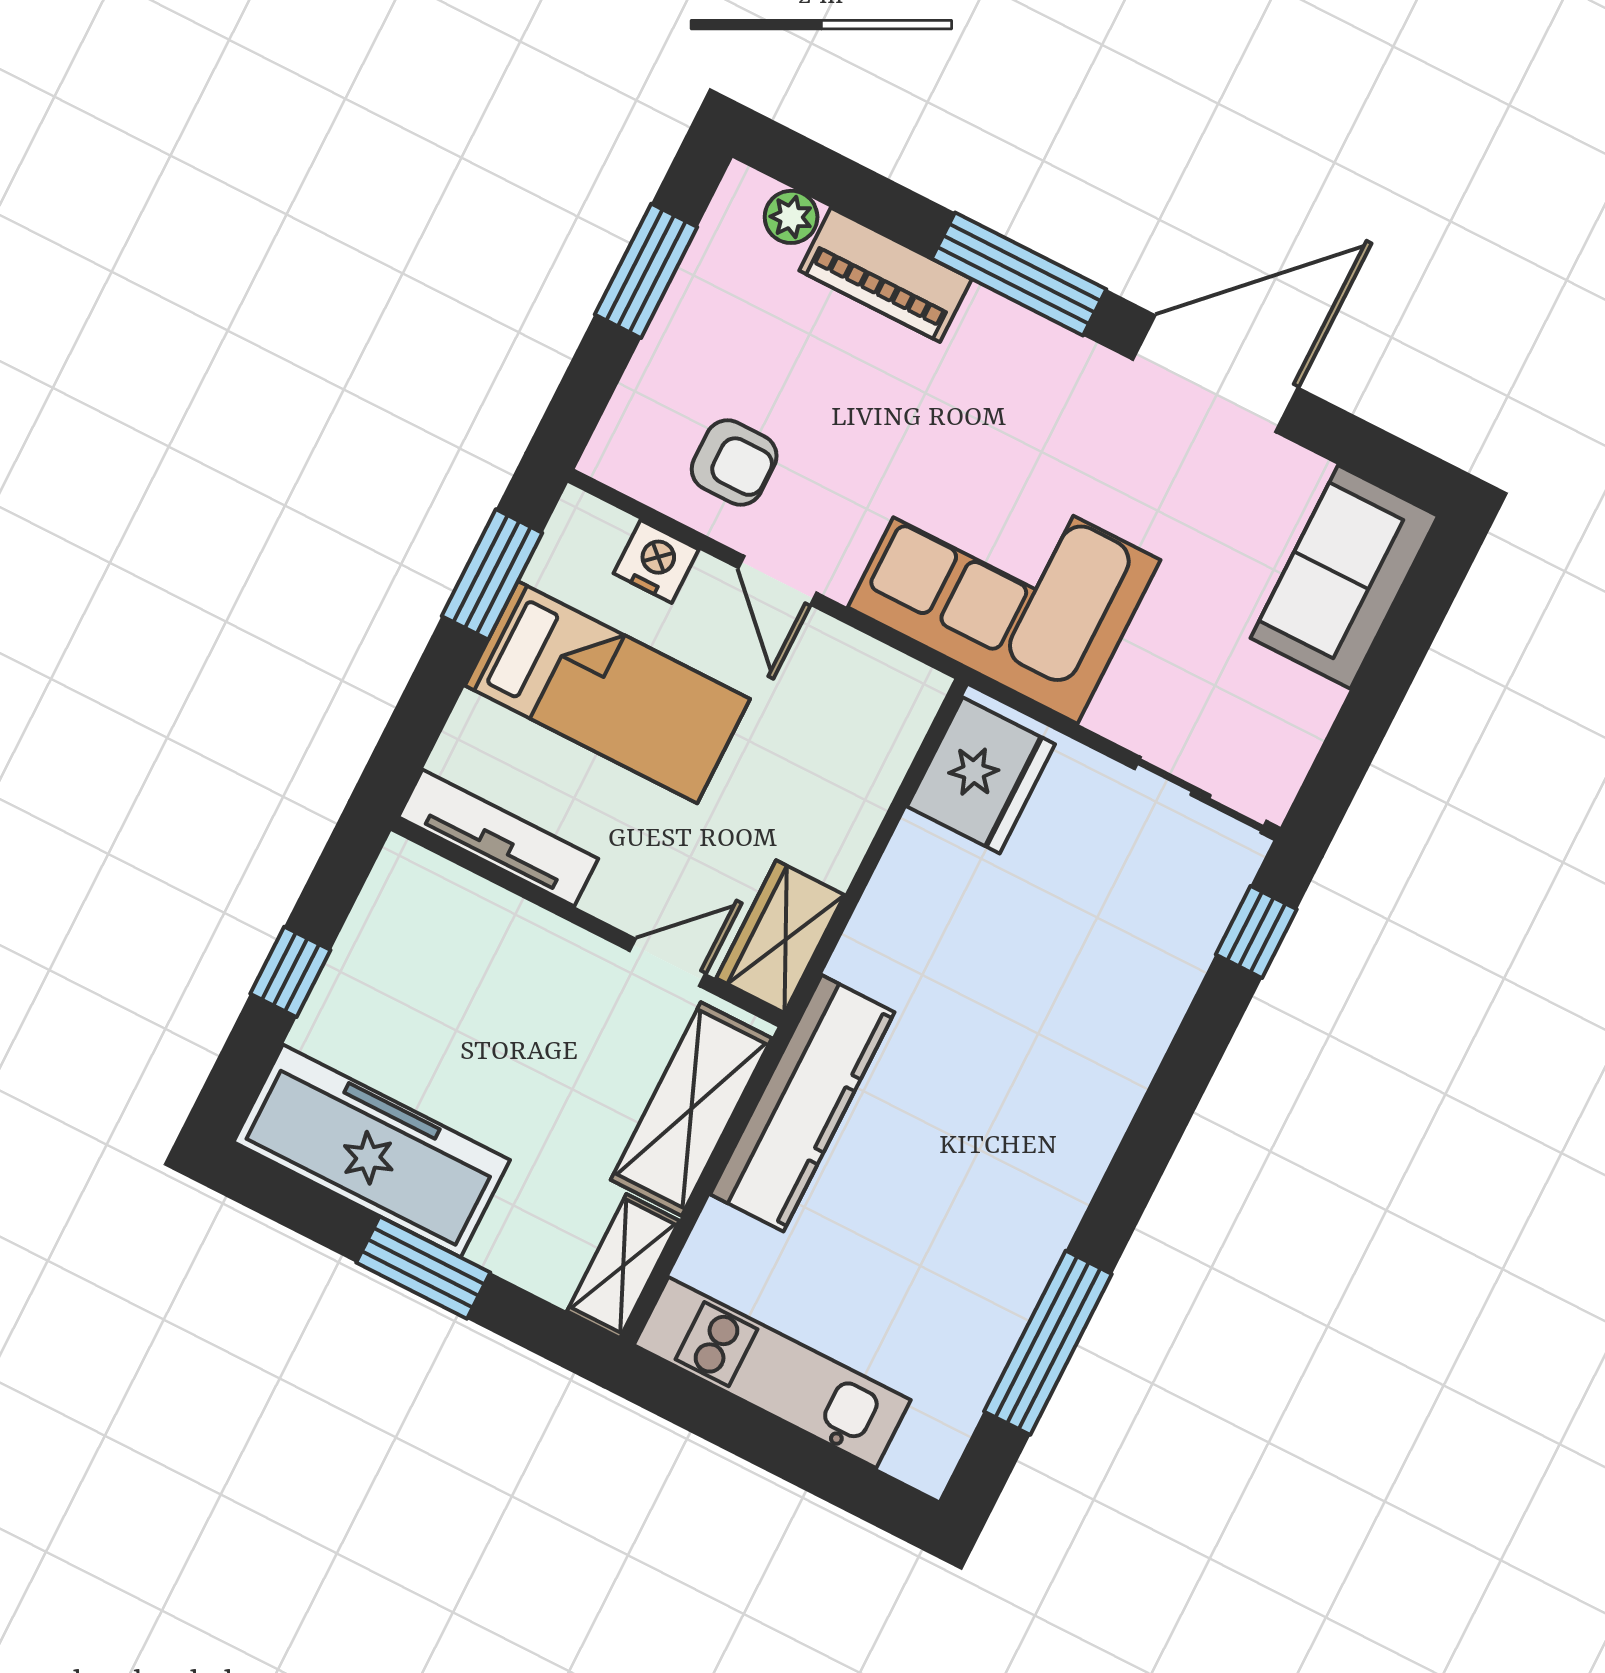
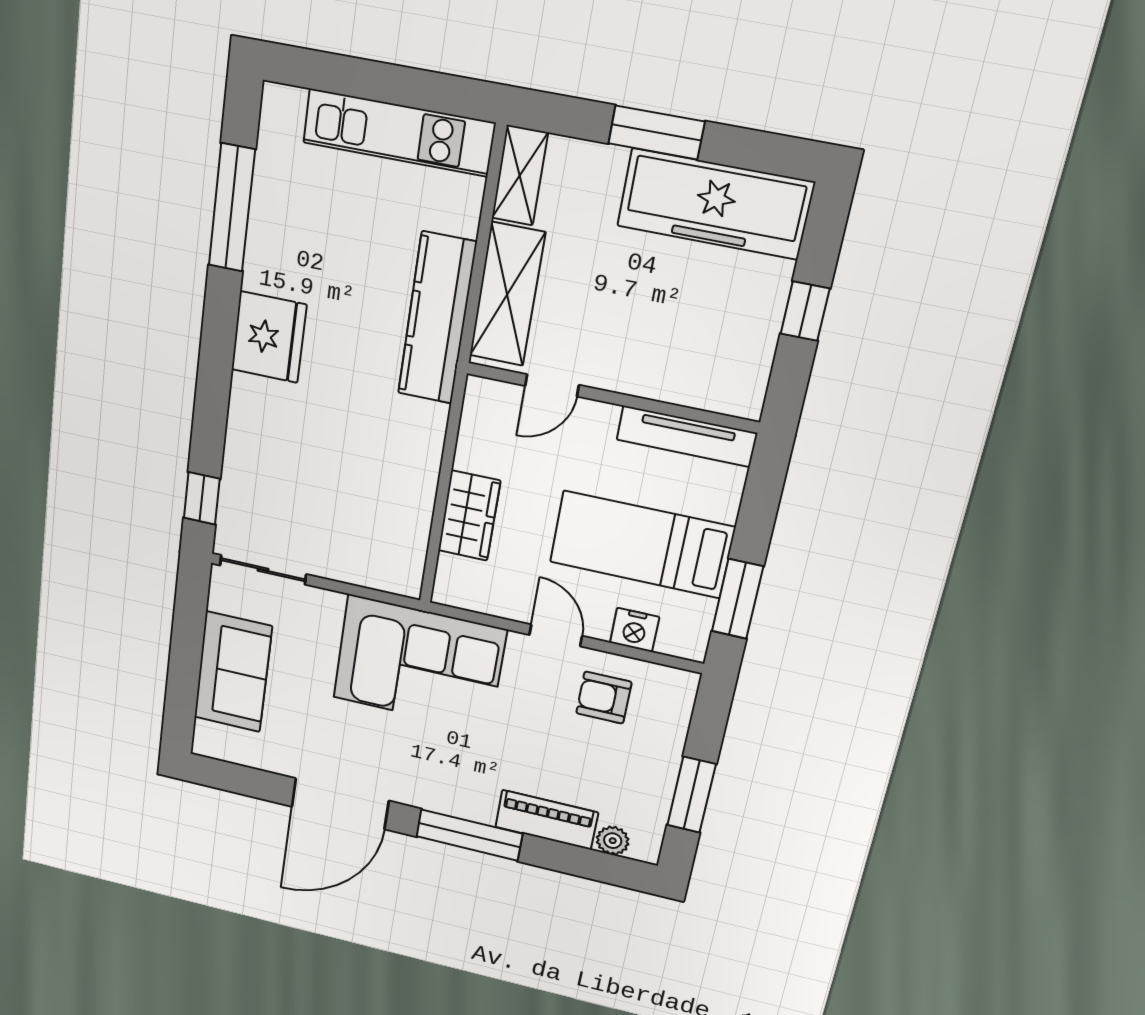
sofa: (1344, 577) -> (233, 672), moved
fridge: (981, 775) -> (269, 337), moved, turned 180
wardrobe: (780, 937) -> (469, 516), moved

